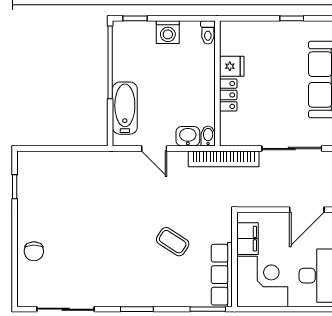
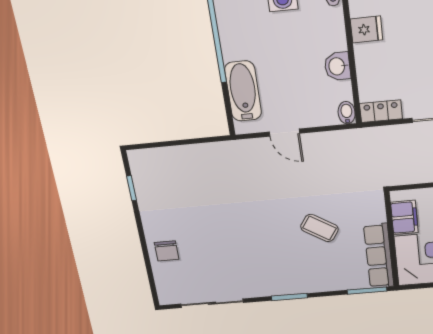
locker: (228, 95) -> (381, 111), moved, turned -90
washbasin: (188, 136) -> (337, 66), moved, turned -90
bookcase: (224, 159) -> (368, 136), removed

